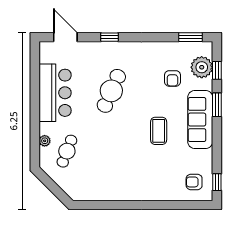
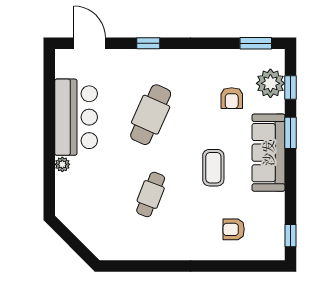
plant: (45, 141) -> (62, 164), moved
cafe table: (67, 151) -> (151, 195), moved
armchair: (194, 182) -> (234, 229), moved

